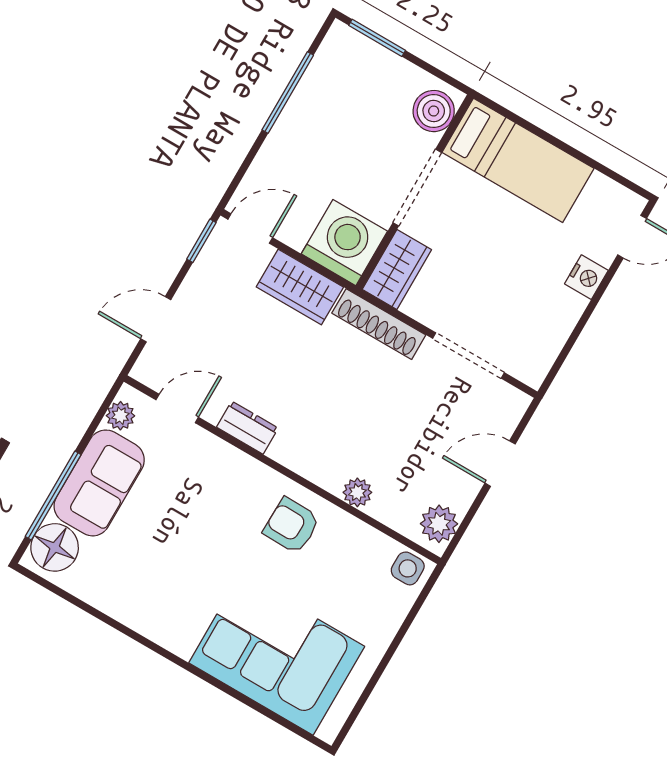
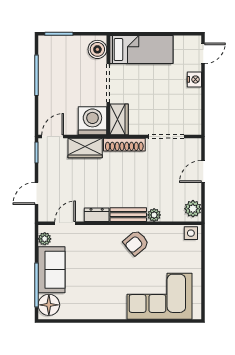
bench: (308, 463) -> (128, 215), added
armchair: (292, 526) -> (136, 243), turned -41

